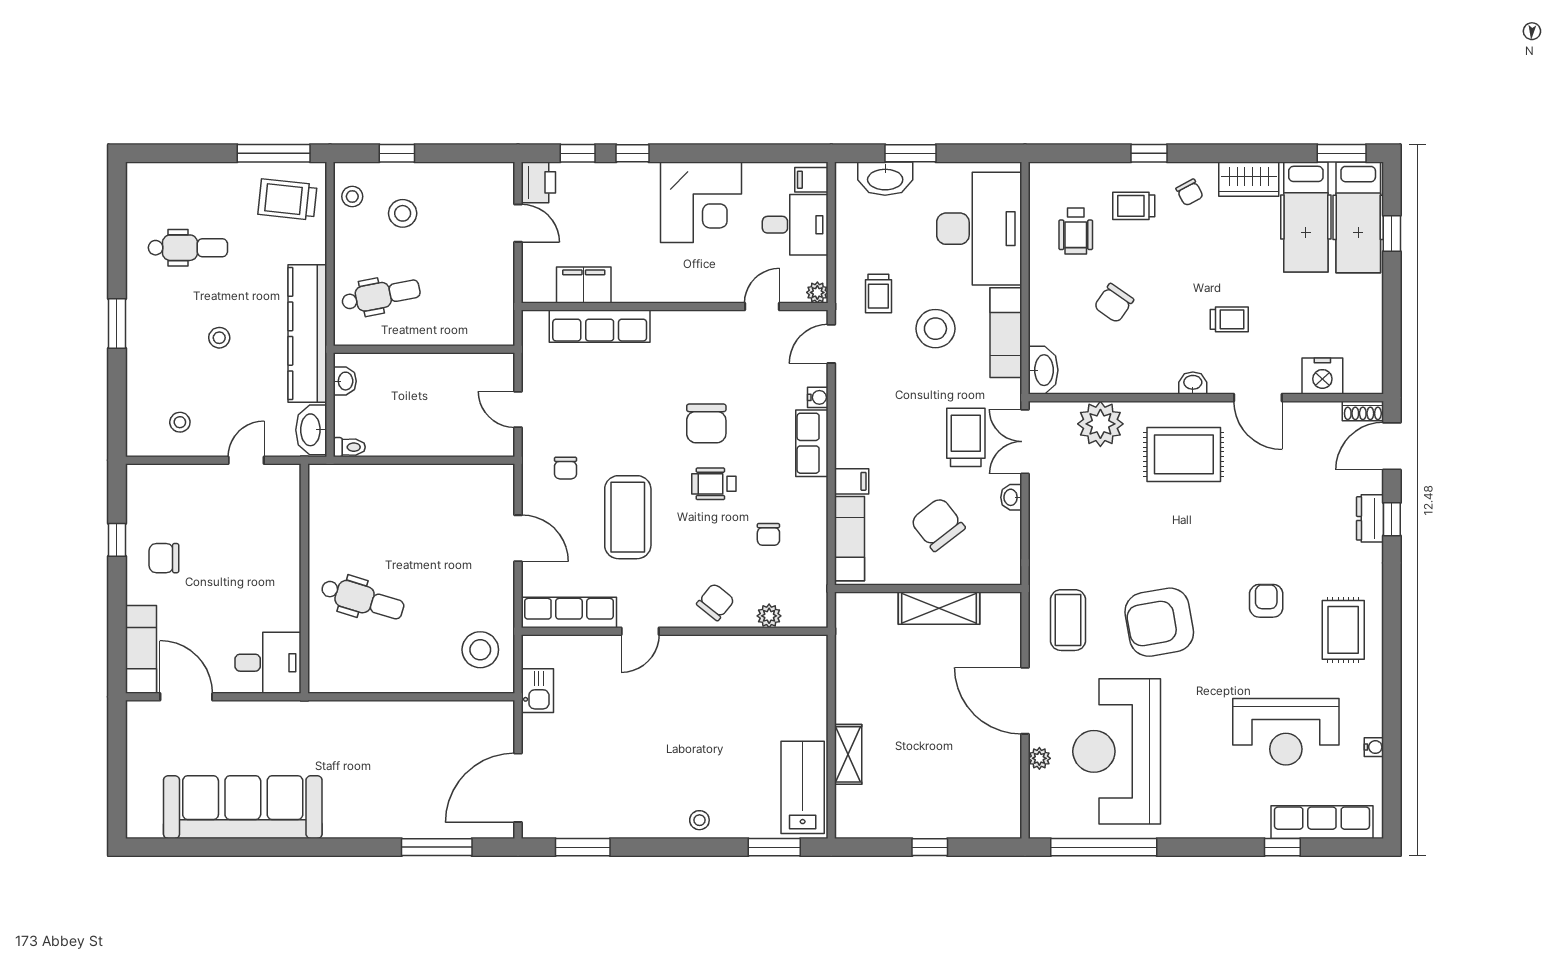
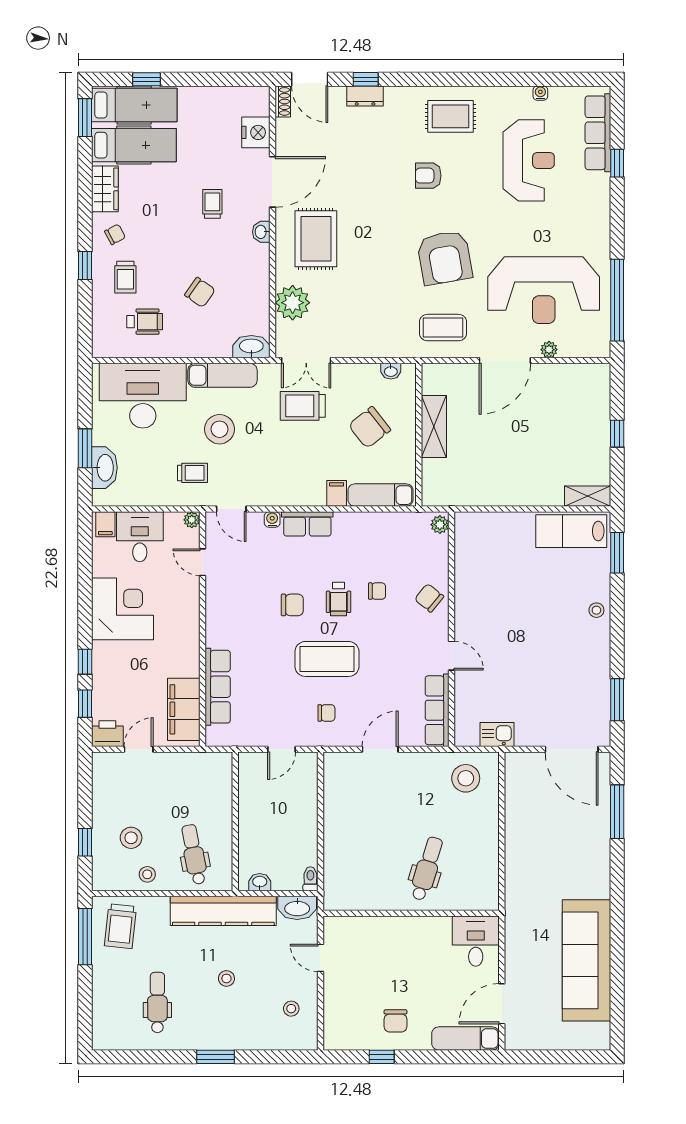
stool: (352, 196) -> (147, 874), moved
filing cabinet: (584, 285) -> (184, 709), width x1.50, depth x1.17
door: (1258, 398) -> (272, 182), width x1.36
chair: (706, 423) -> (292, 605), width x0.73, depth x0.73
washbasin: (1011, 497) -> (391, 371), moved
coffee table: (628, 517) -> (327, 659), moved
chair: (768, 534) -> (377, 591), moved
plant: (769, 616) -> (440, 525), moved
shelving: (848, 754) -> (588, 496), moved

